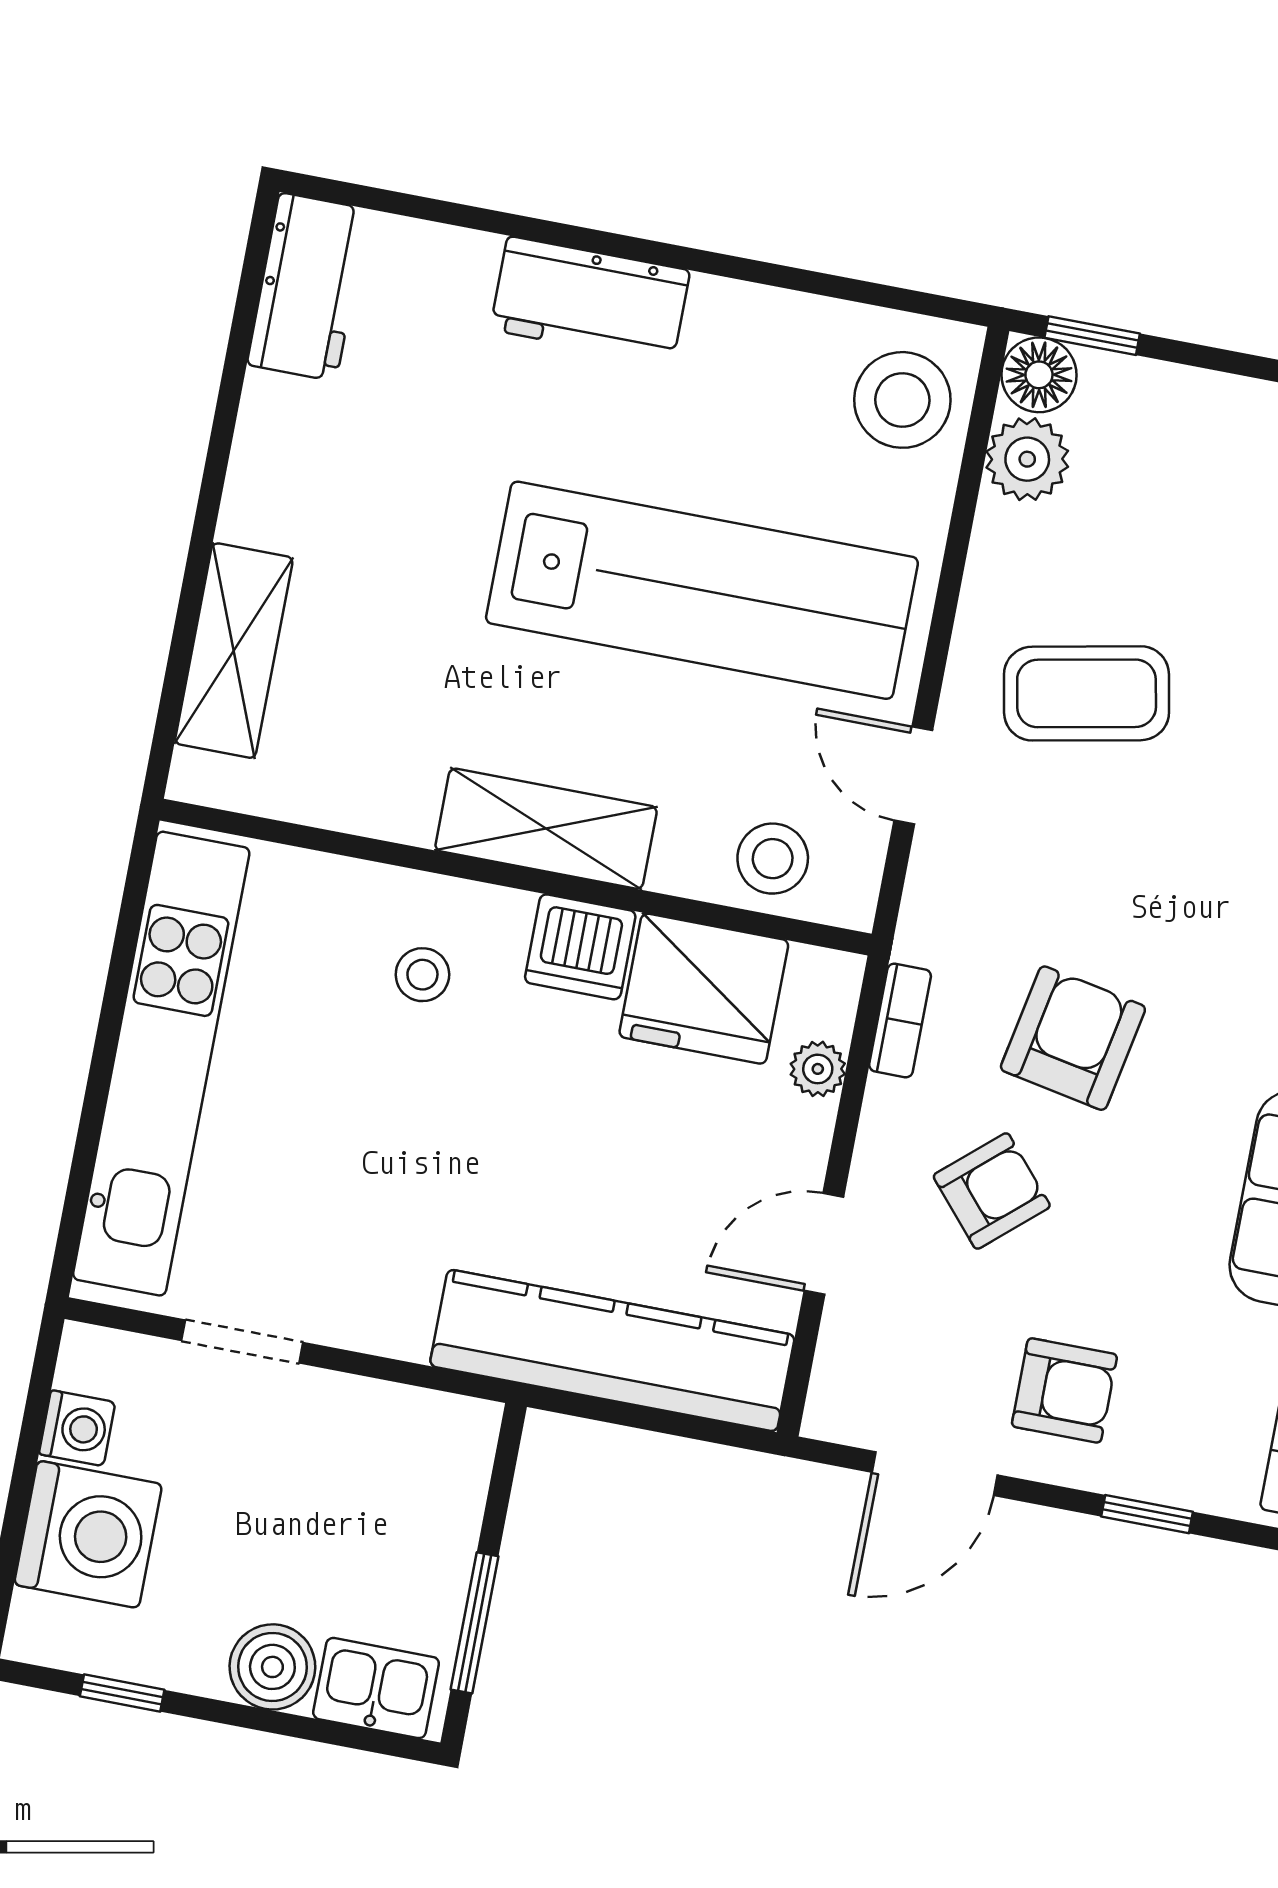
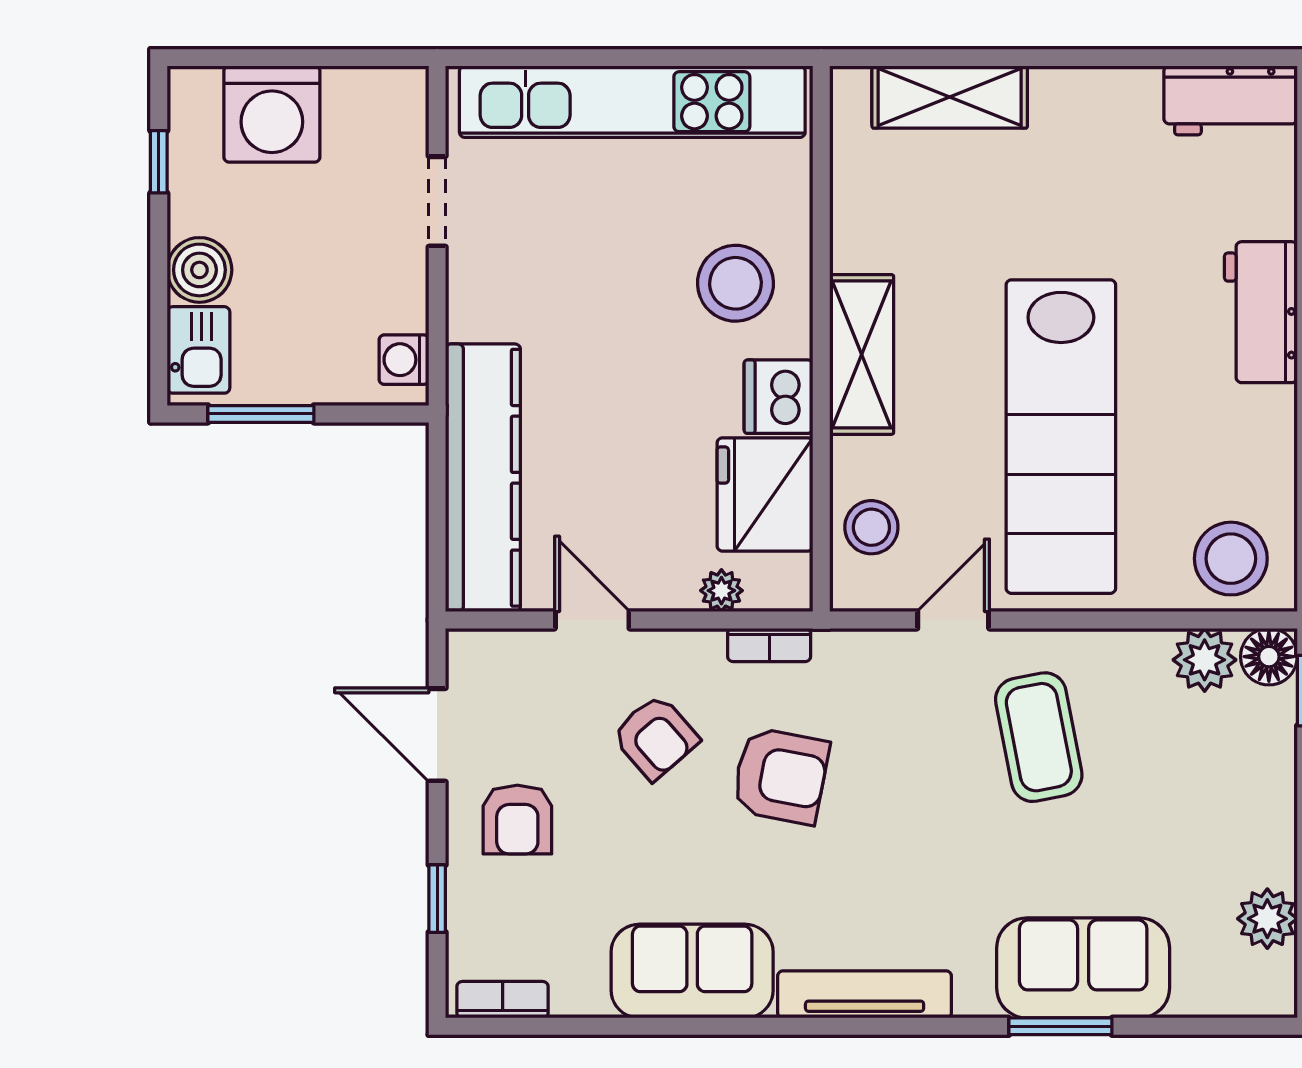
stool: (422, 975) -> (735, 283), width x1.89, depth x1.89
washing machine: (77, 1428) -> (404, 360), moved, turned 90

